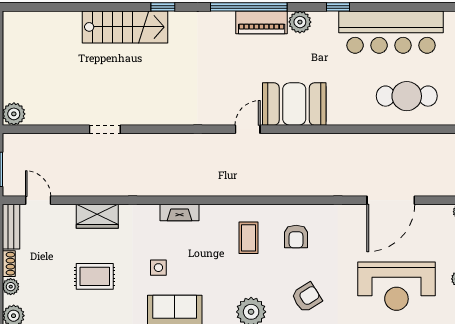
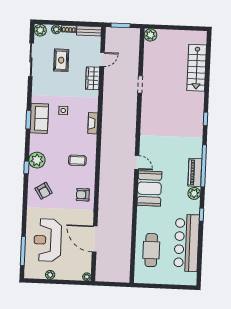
stairs: (125, 27) -> (197, 68), moved
door: (38, 200) -> (102, 59), moved
armchair: (296, 237) -> (83, 195), moved
rug: (95, 276) -> (61, 60), moved

